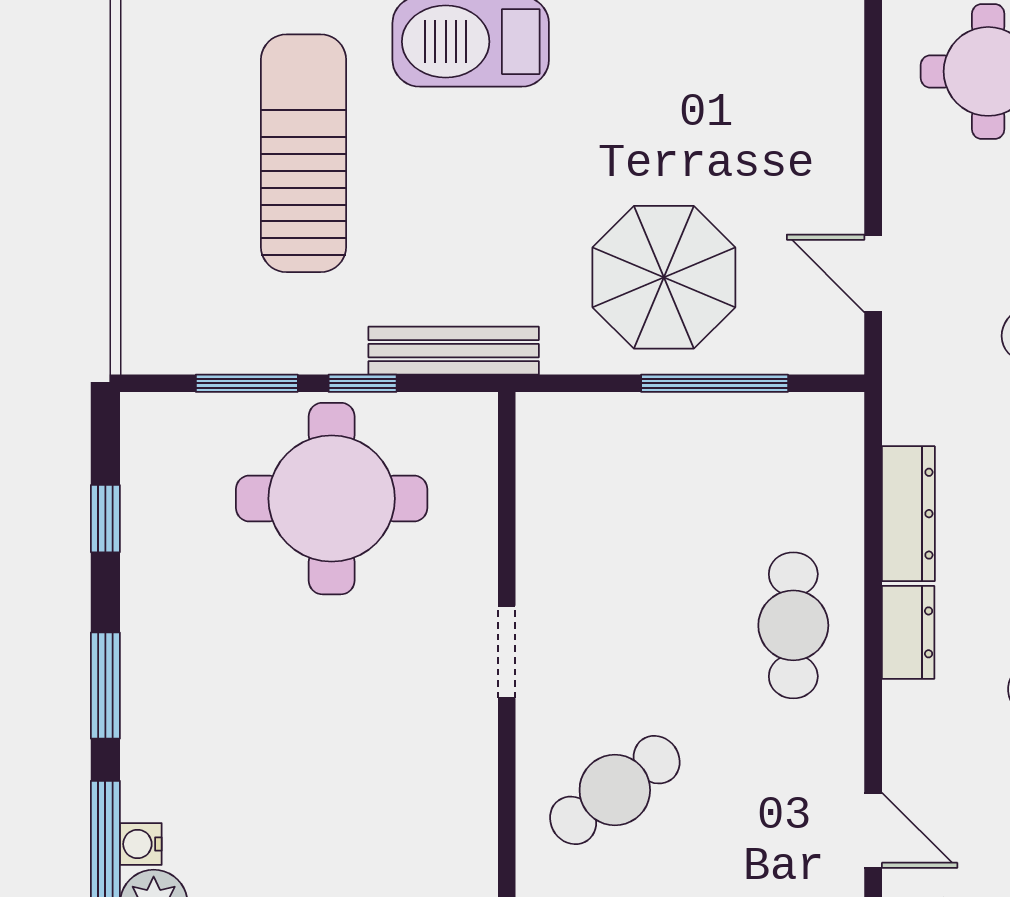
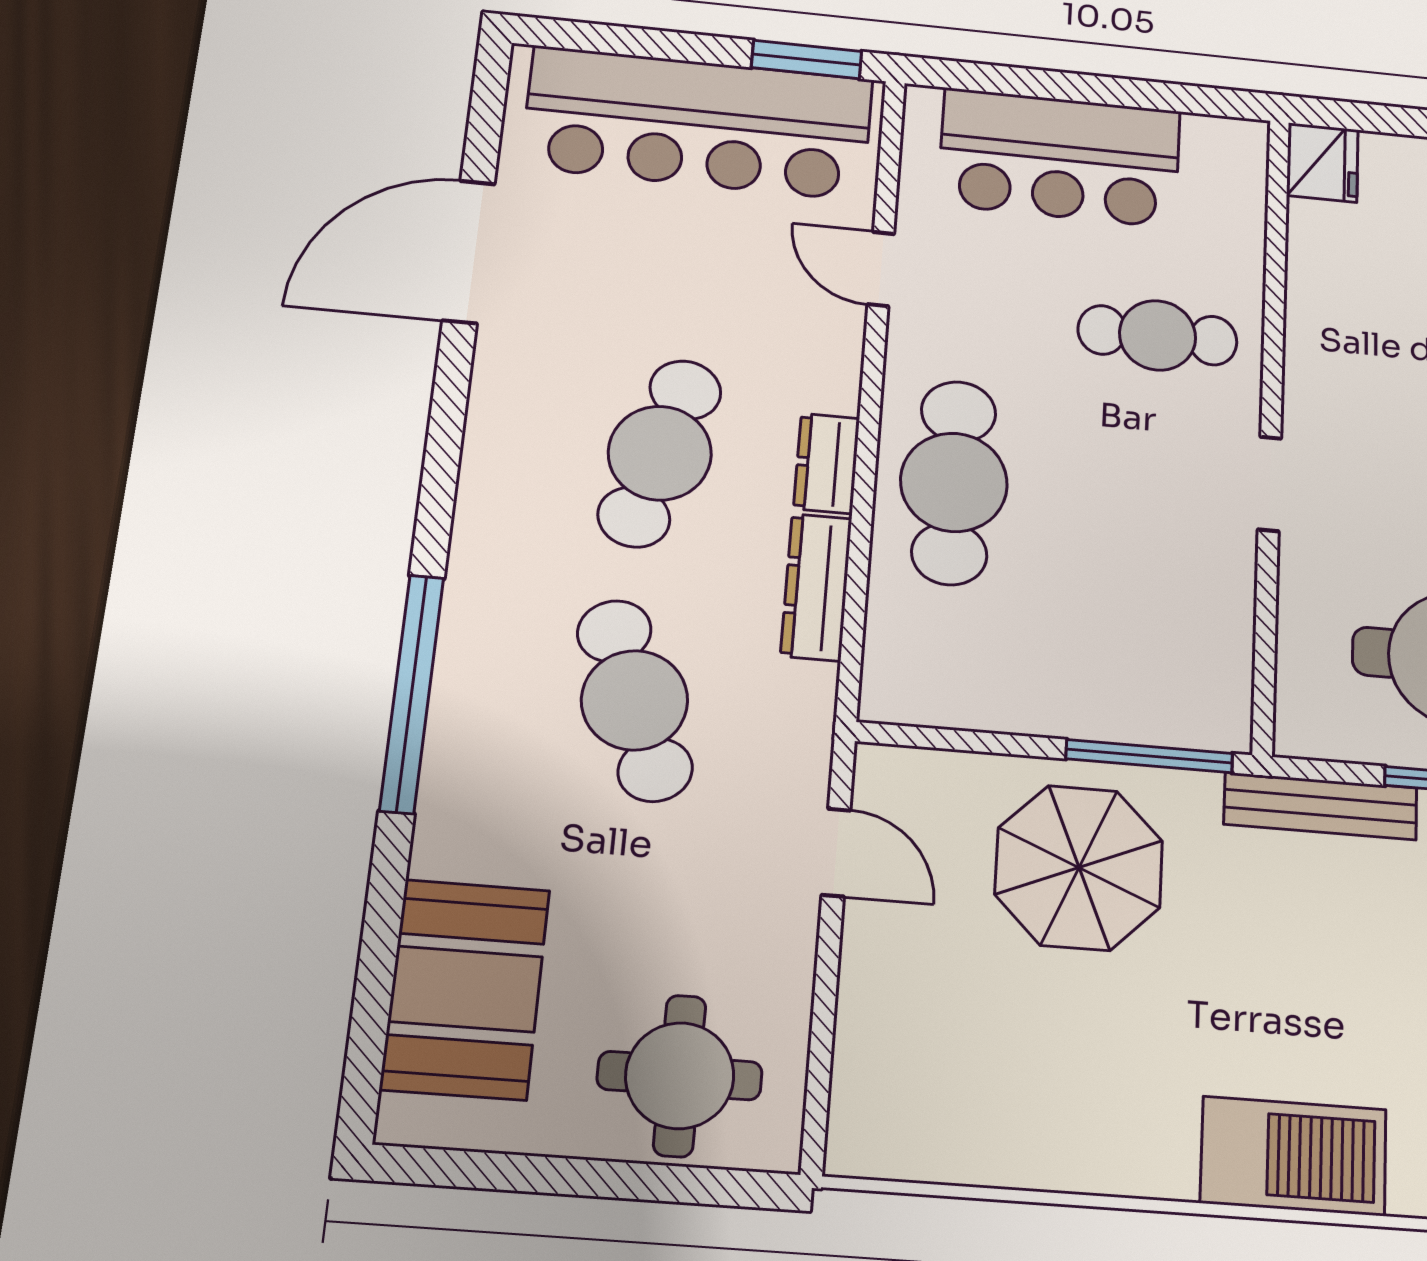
window: (715, 383) -> (1149, 756), moved
cafe table: (793, 625) -> (954, 482), width x1.37, depth x1.35
cafe table: (615, 790) -> (1158, 335), turned 36

